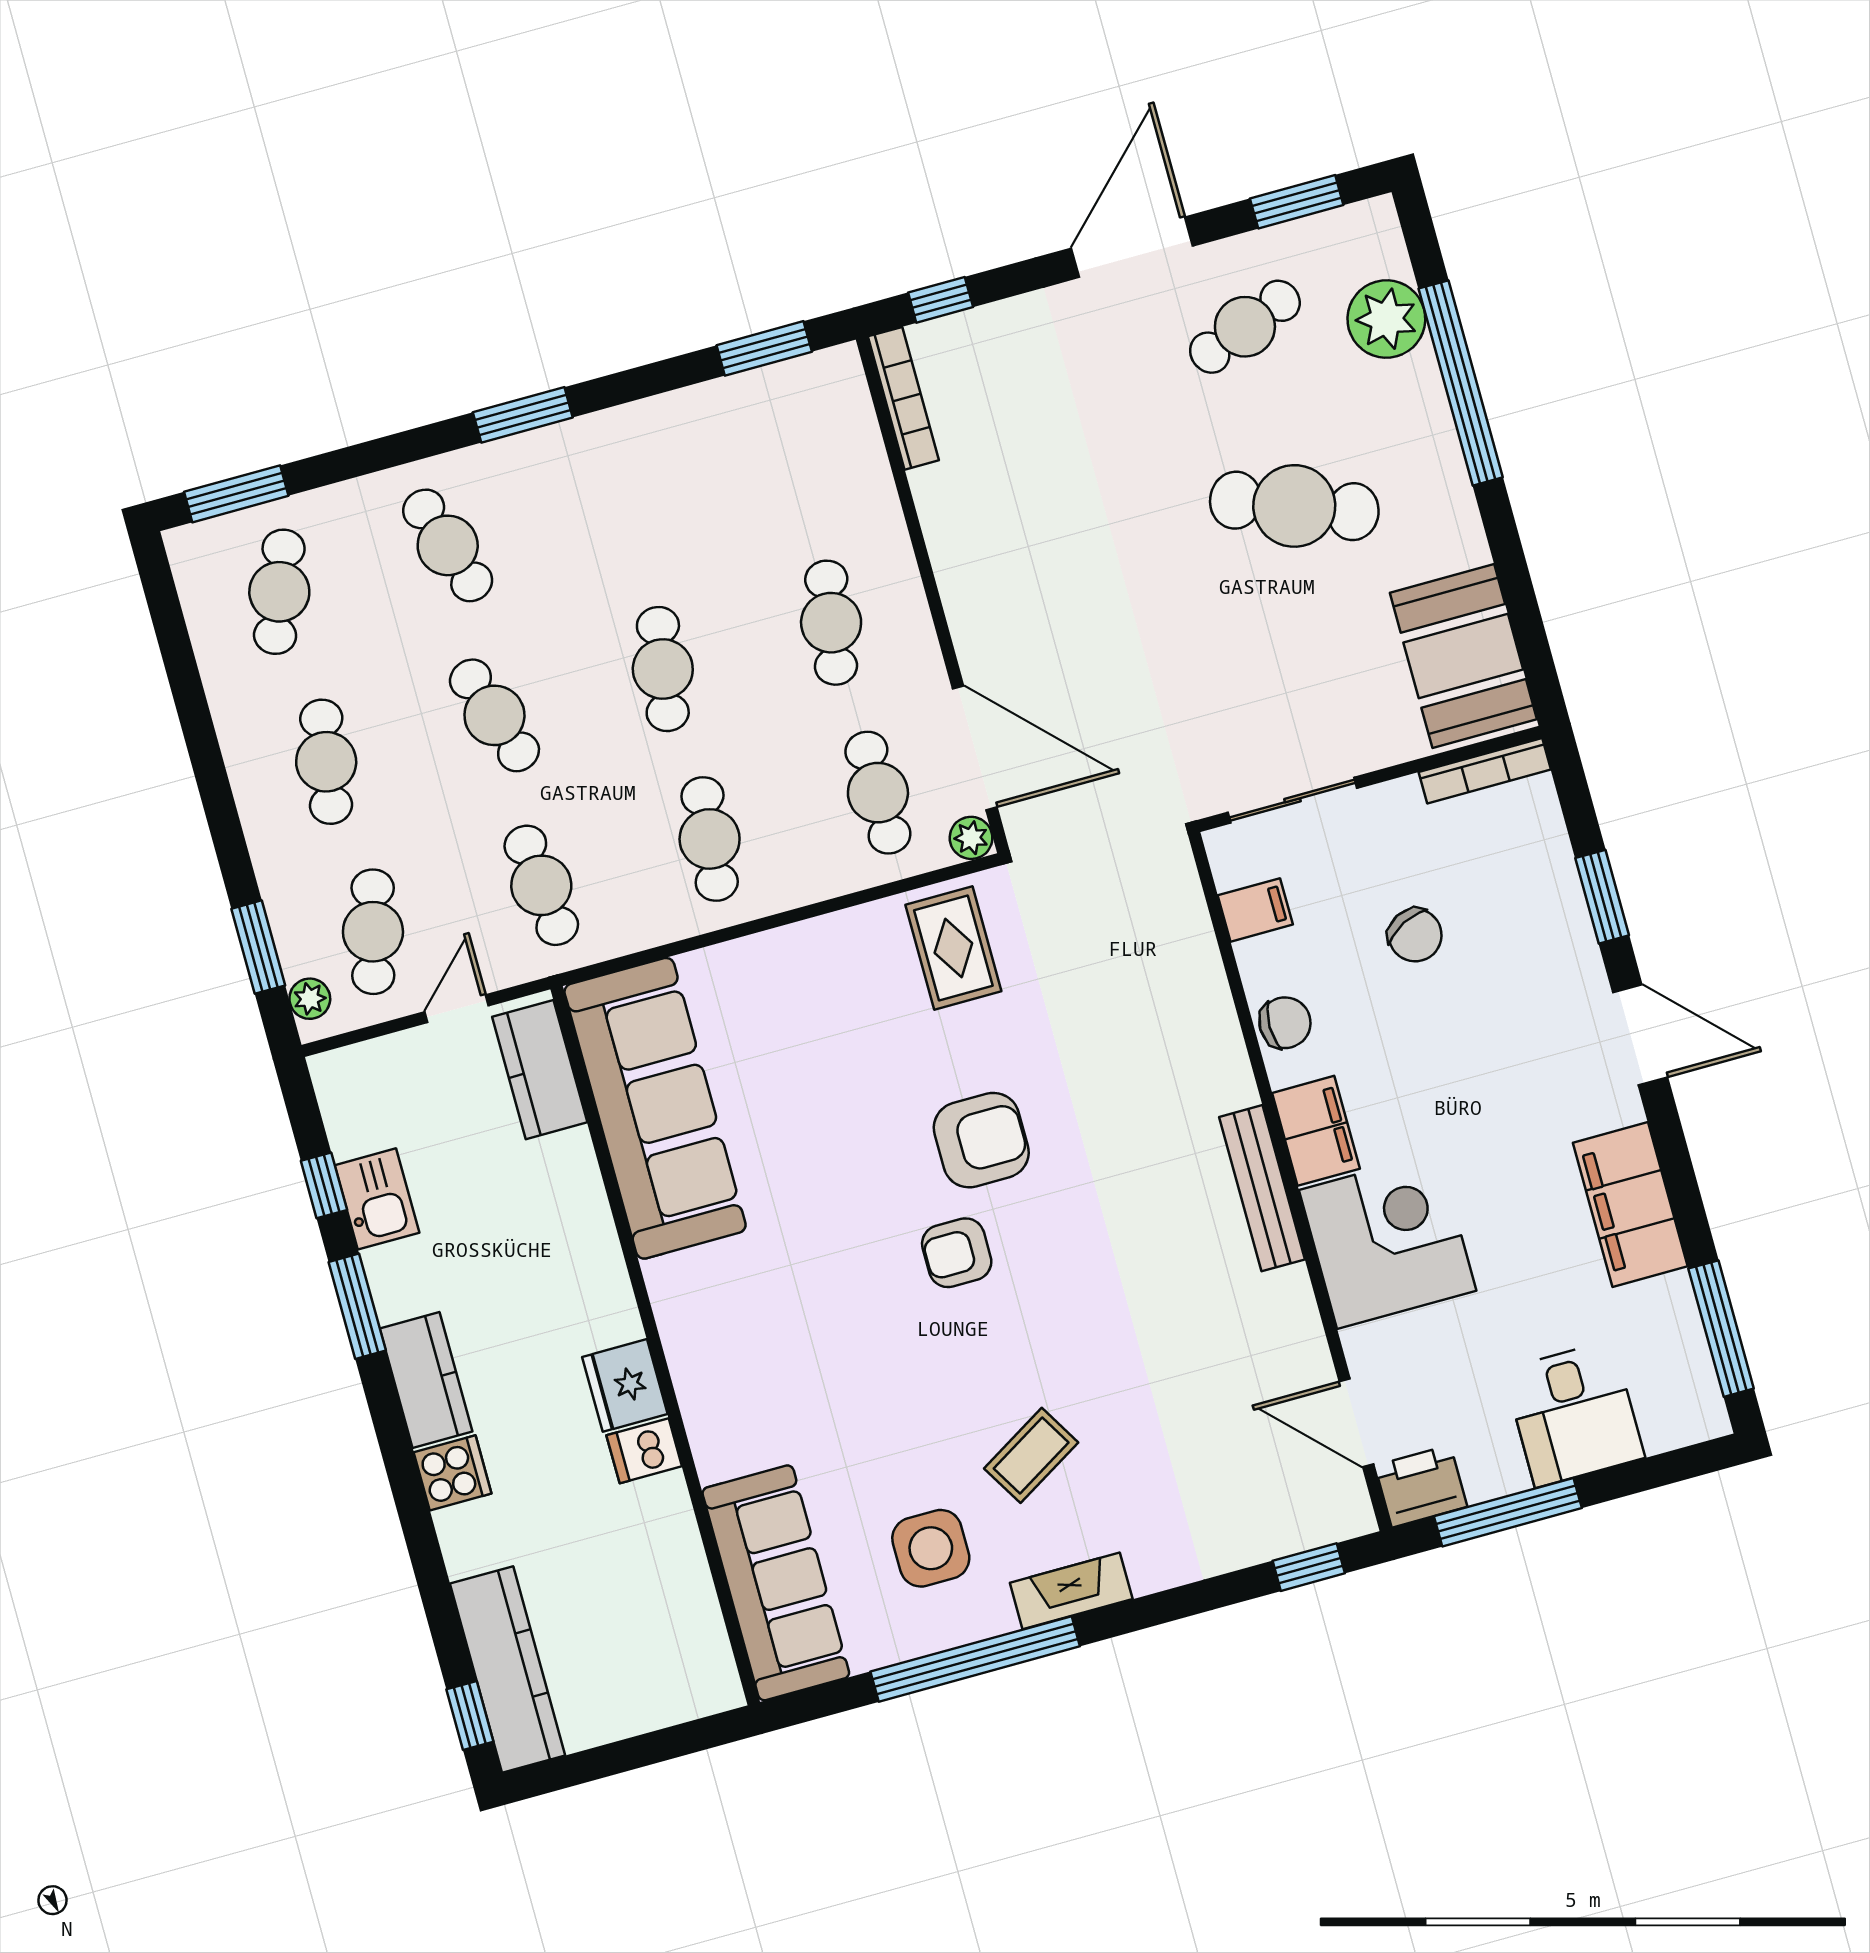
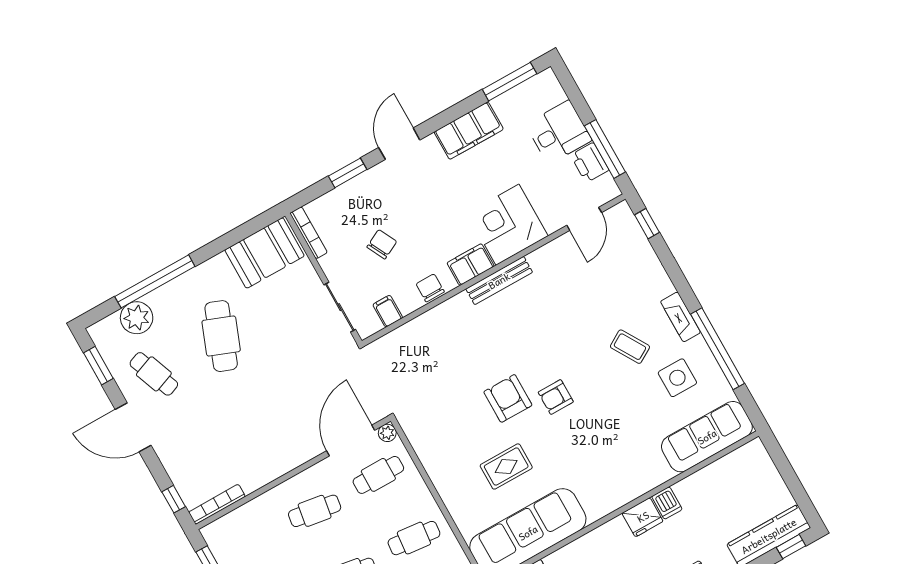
rug: (953, 948) -> (506, 466), moved
armchair: (957, 1253) -> (556, 397), turned 90
printer: (1421, 1486) -> (590, 163), moved

